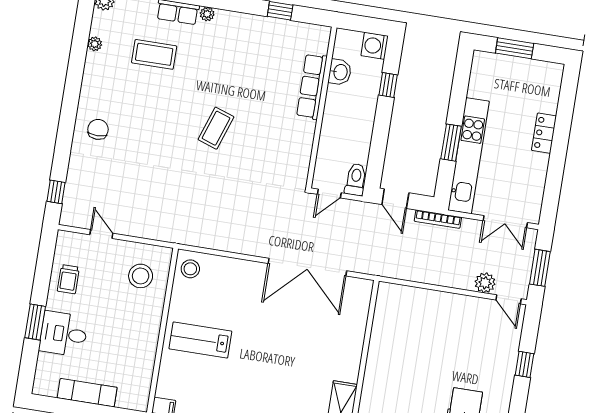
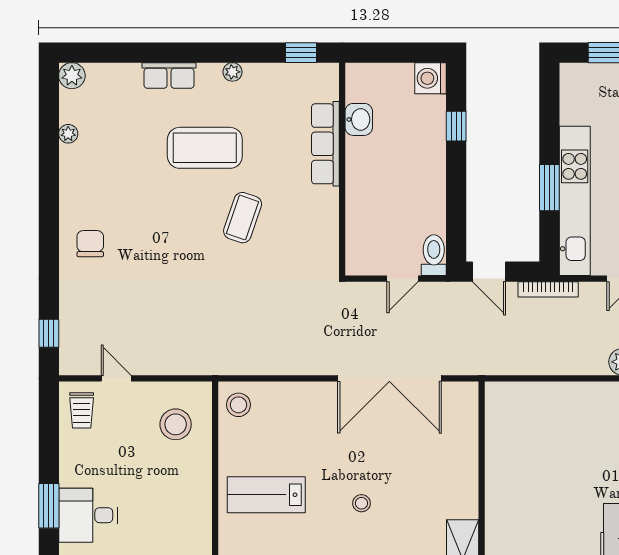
plant: (207, 14) -> (233, 72), moved
coffee table: (154, 54) -> (205, 148), moved, width x1.36, depth x1.32
washbasin: (340, 72) -> (359, 119), moved
row of seats: (312, 86) -> (325, 144), moved
wall: (321, 108) -> (342, 169), moved
trolley: (68, 279) -> (82, 410), moved
stool: (271, 358) -> (361, 503), added

